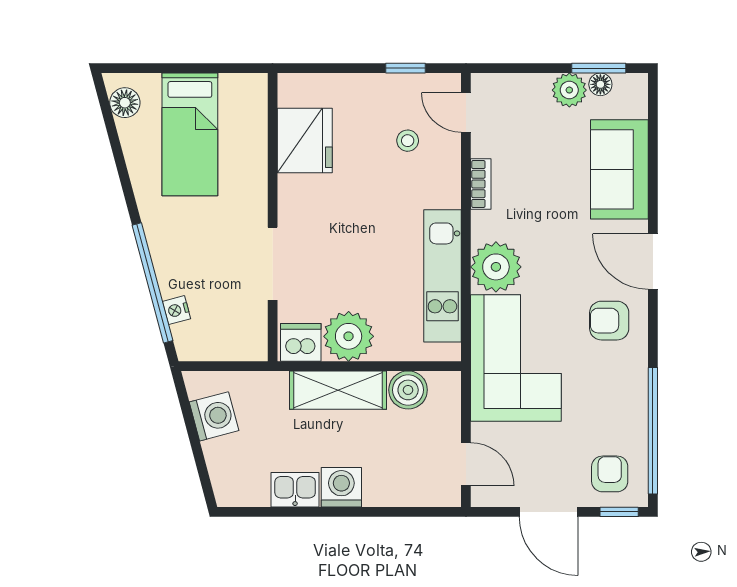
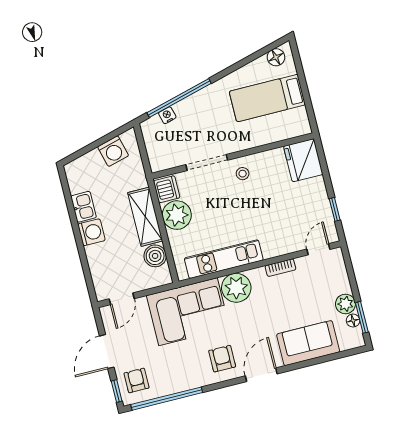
fridge: (305, 140) -> (303, 160), moved, turned 90
stool: (408, 141) -> (243, 174), moved
armchair: (610, 474) -> (136, 380), turned -90

